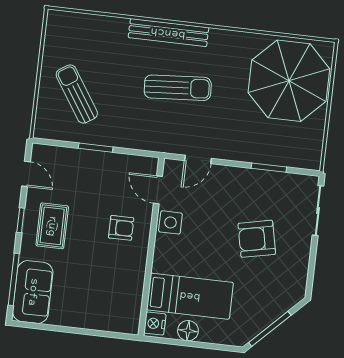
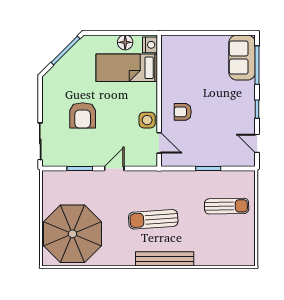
sun lounger: (77, 94) -> (227, 206), turned -58
door: (198, 159) -> (114, 169), moved
rug: (52, 226) -> (233, 108), removed
armchair: (257, 239) -> (83, 115), turned 102

